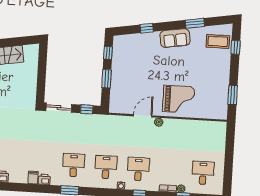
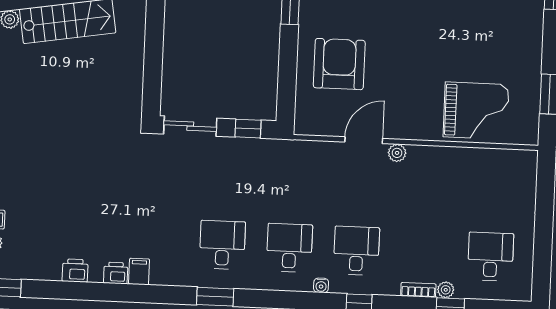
window: (107, 79) -> (288, 65), removed
armchair: (131, 79) -> (339, 64), added
grand piano: (179, 99) -> (476, 111), moved
printer: (44, 179) -> (116, 273), moved

